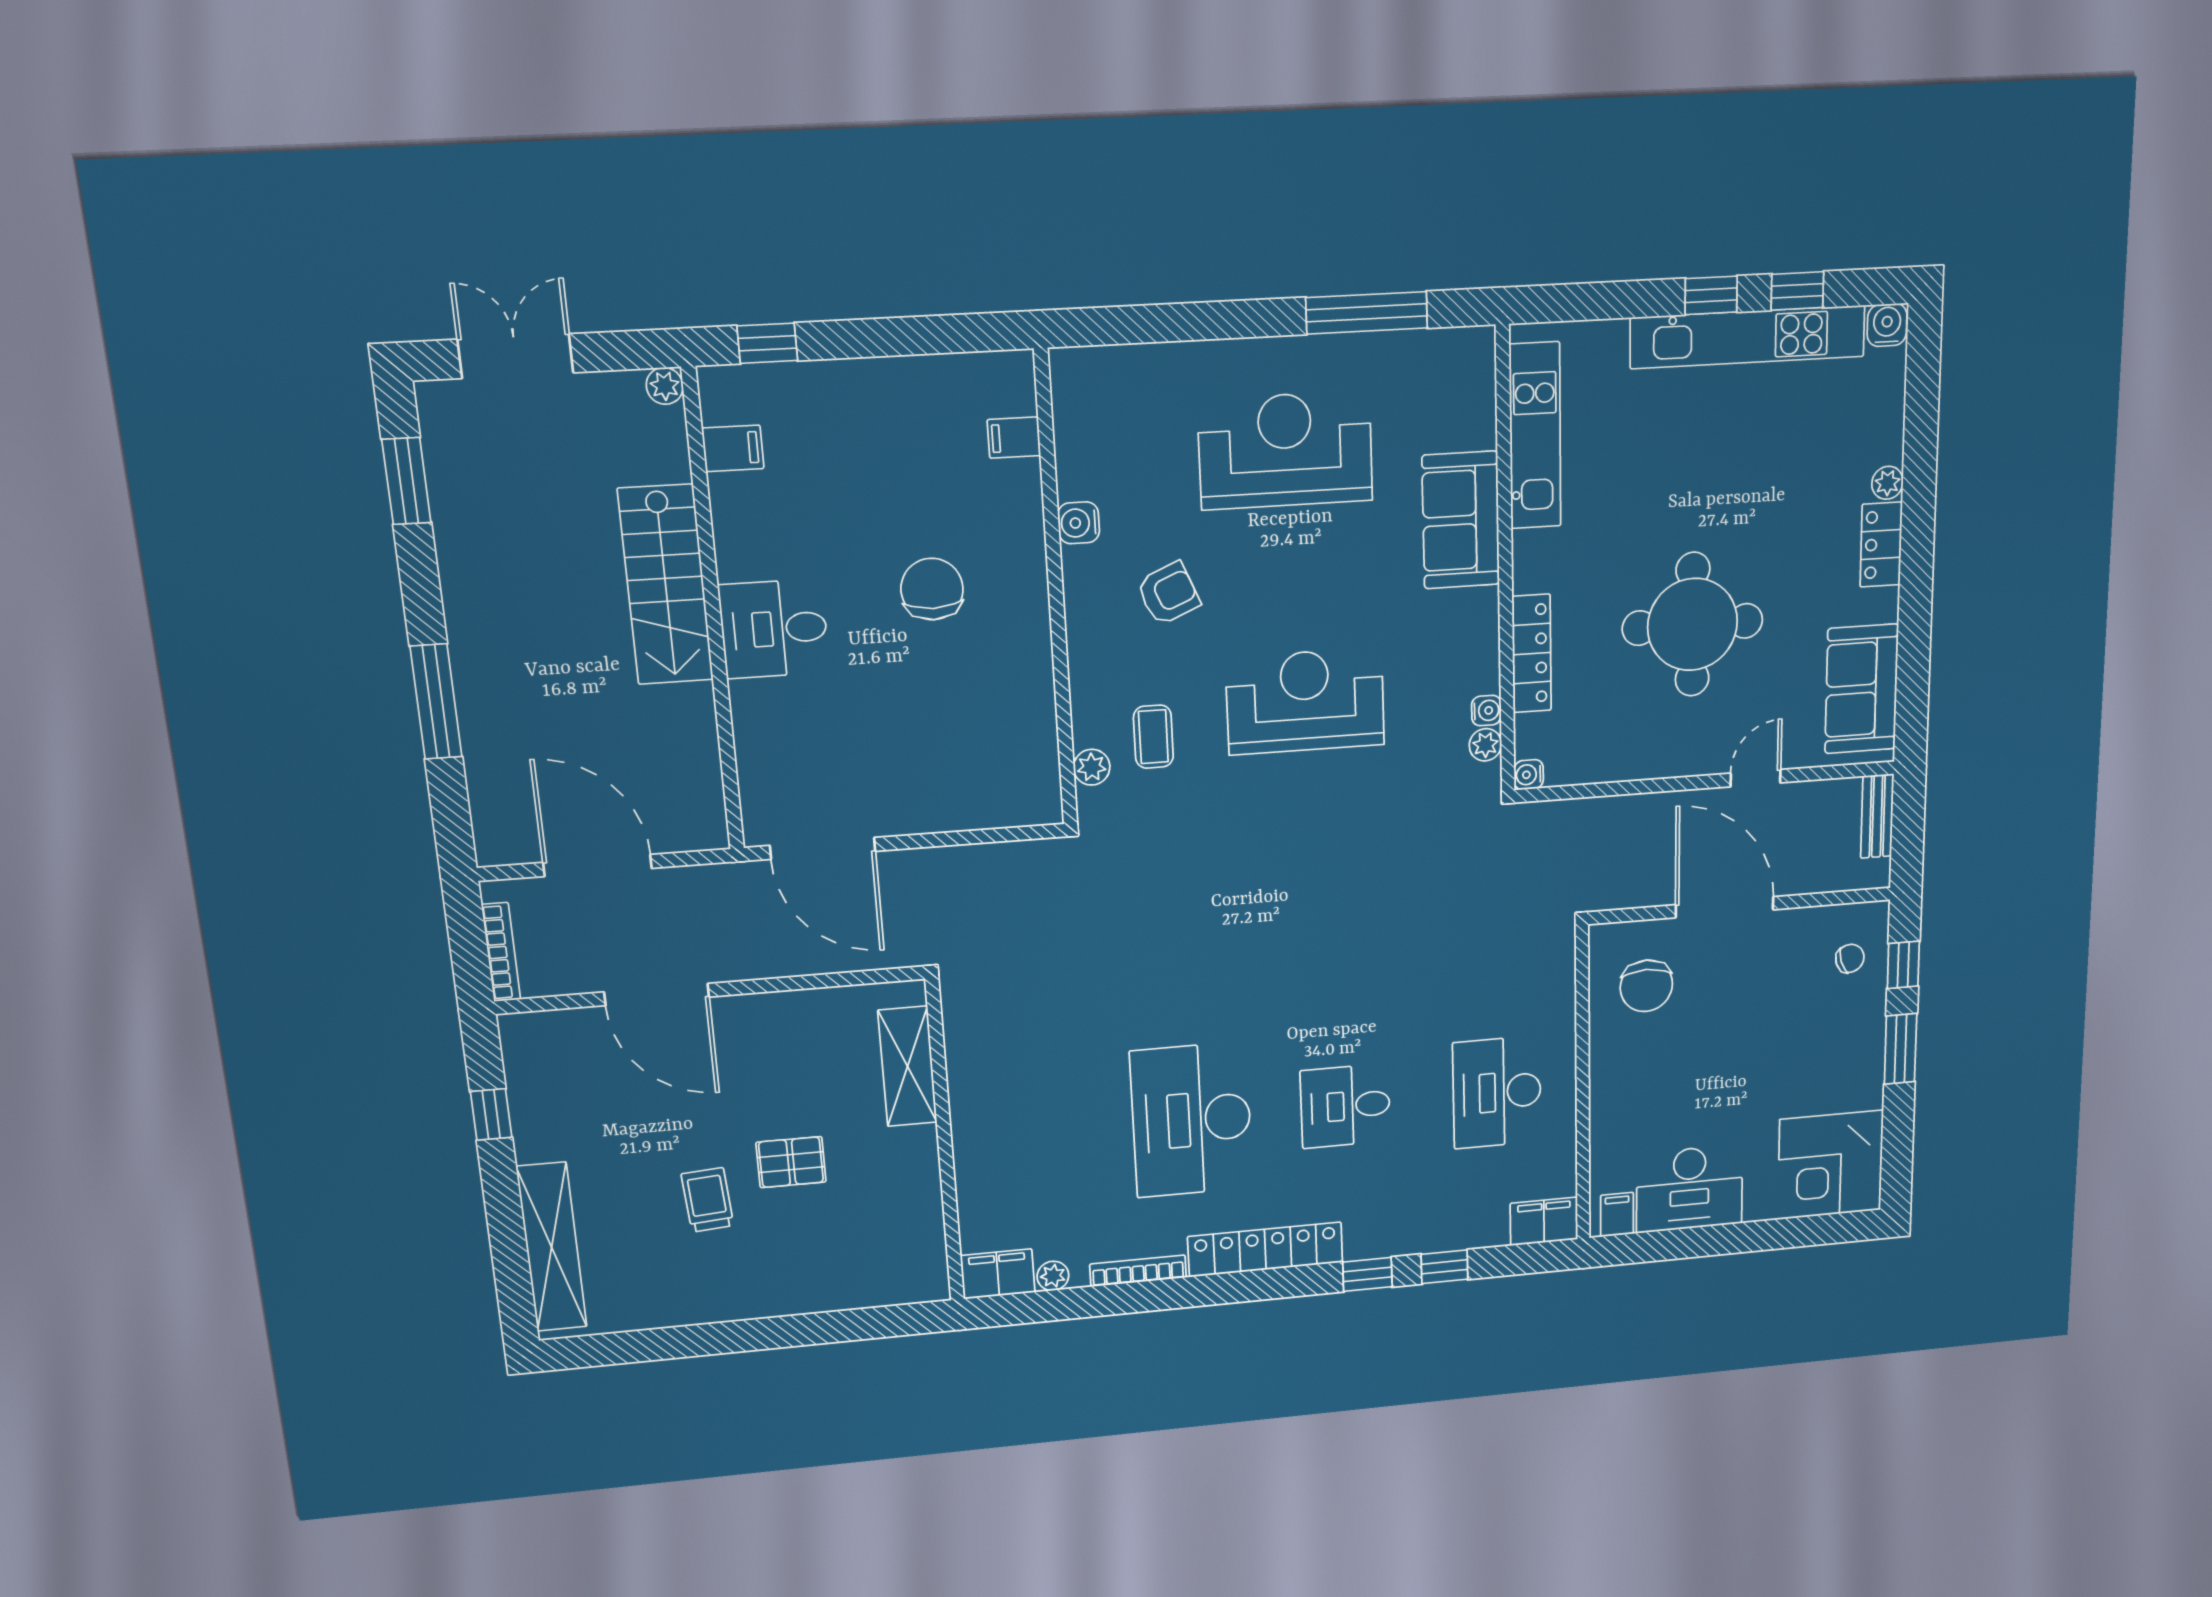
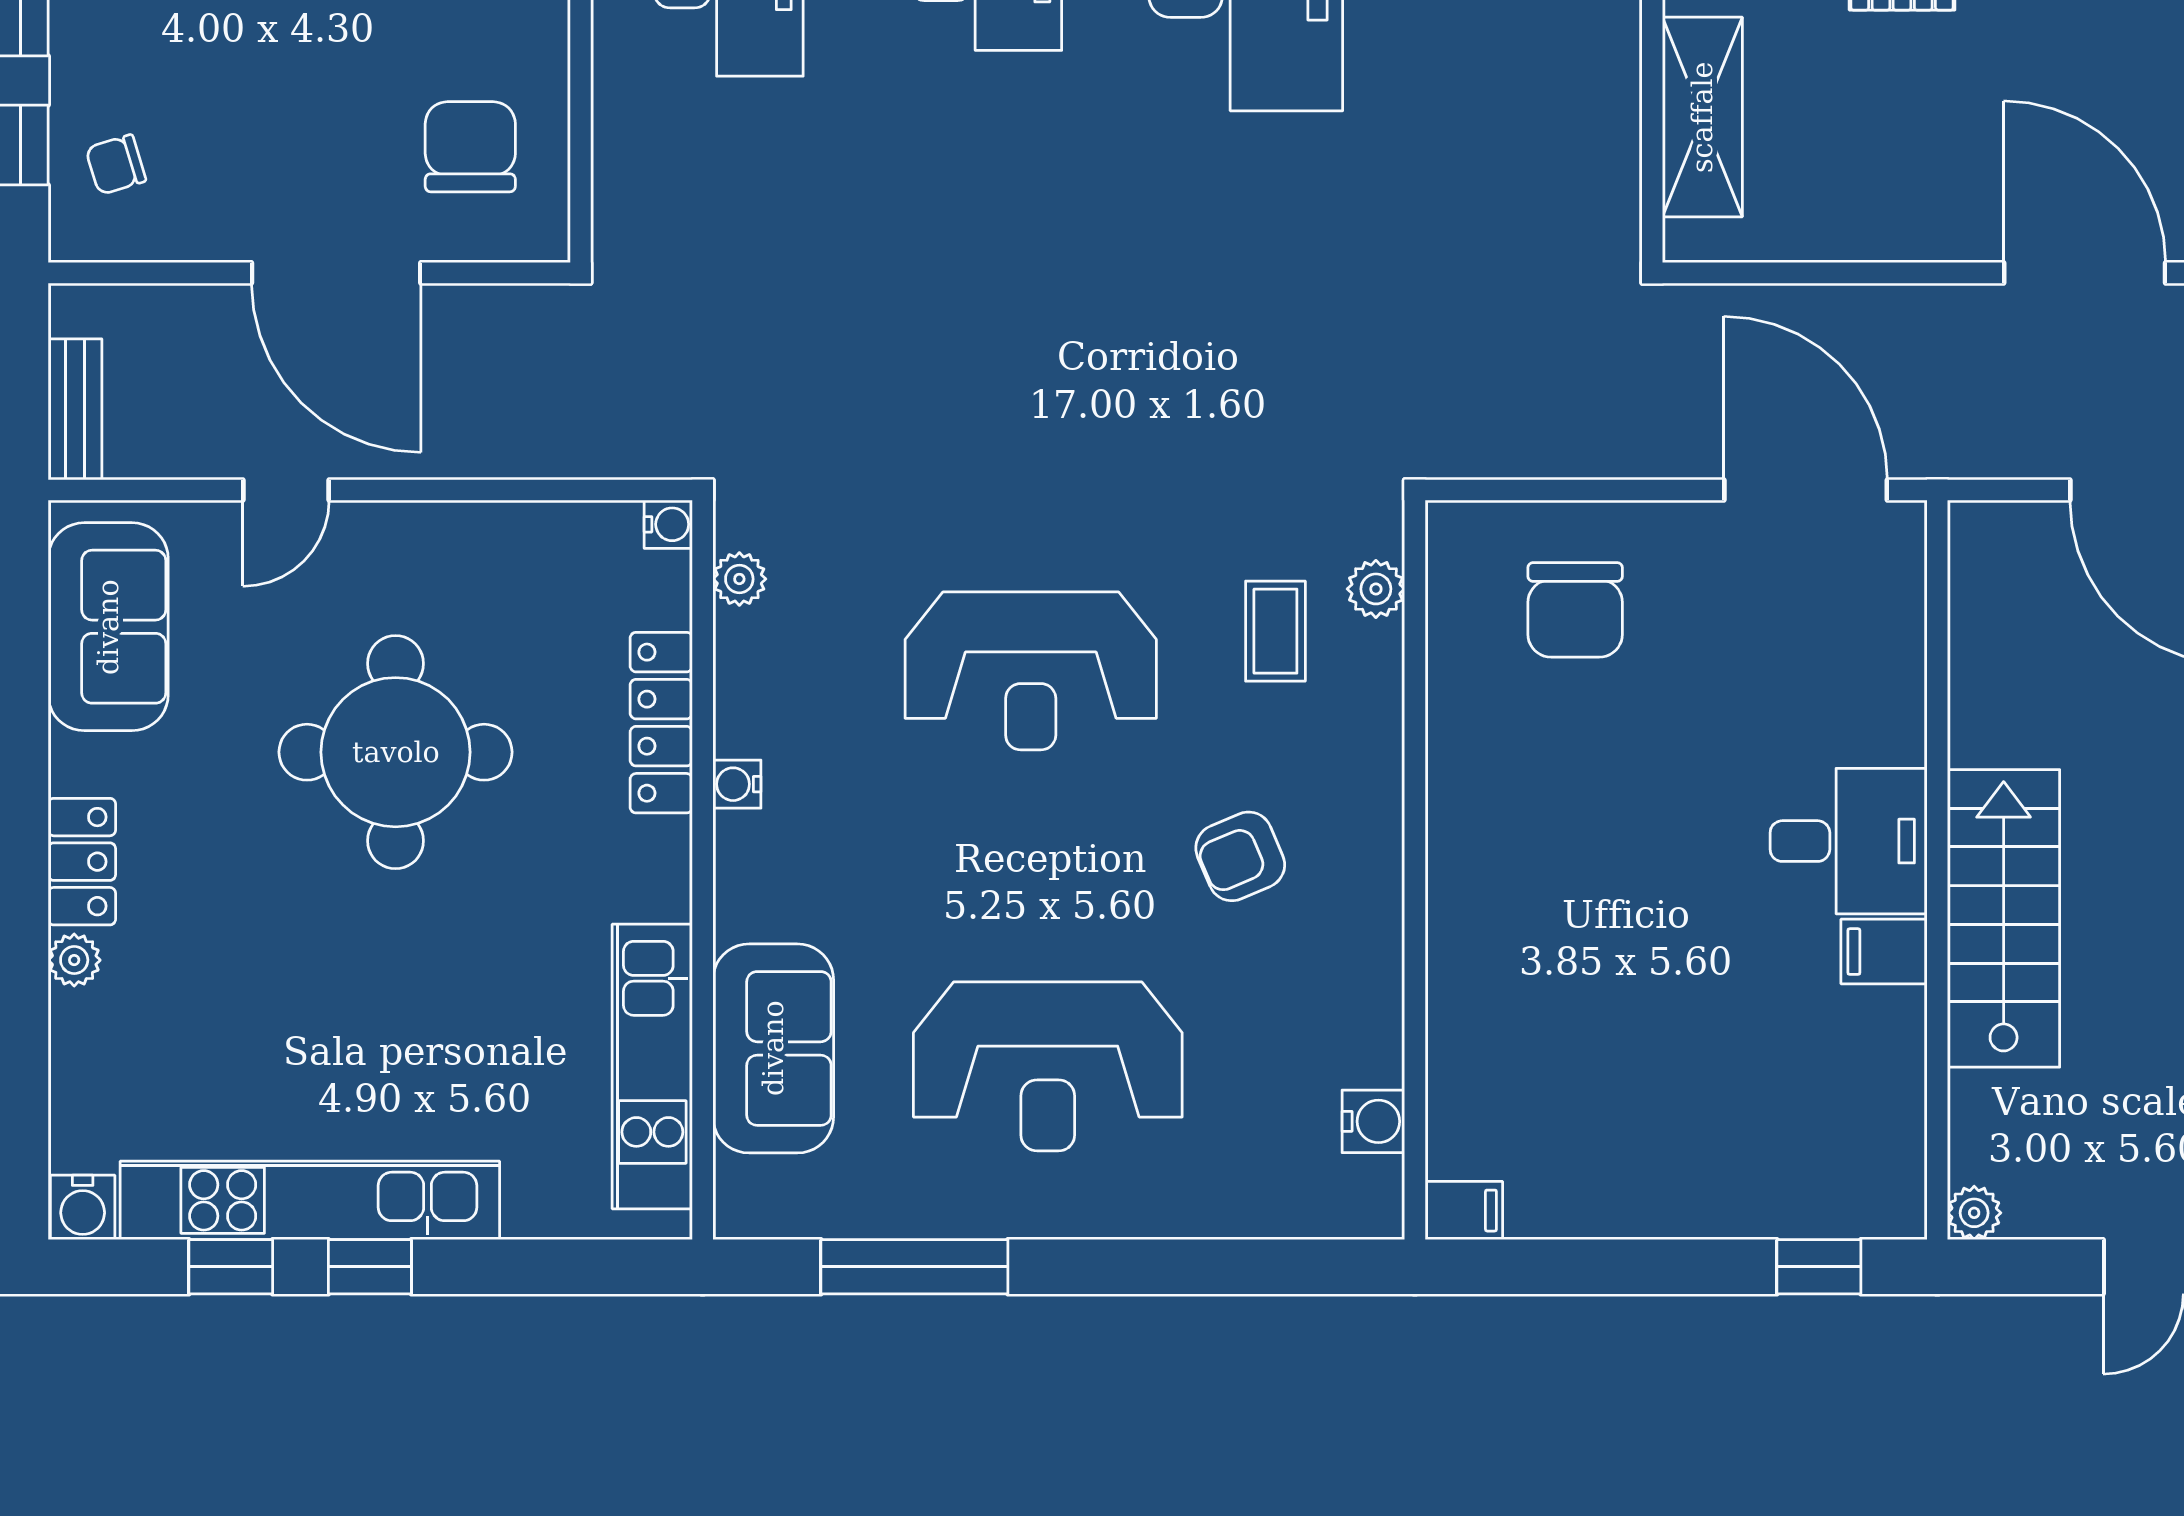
filing cabinet: (1014, 438) -> (1464, 1211), moved
filing cabinet: (733, 448) -> (1884, 952), moved
sofa: (1461, 520) -> (773, 1048), moved
water cooler: (1079, 523) -> (1373, 1121), moved
chair: (932, 589) -> (1575, 610), moved
water cooler: (1486, 711) -> (737, 784), moved

